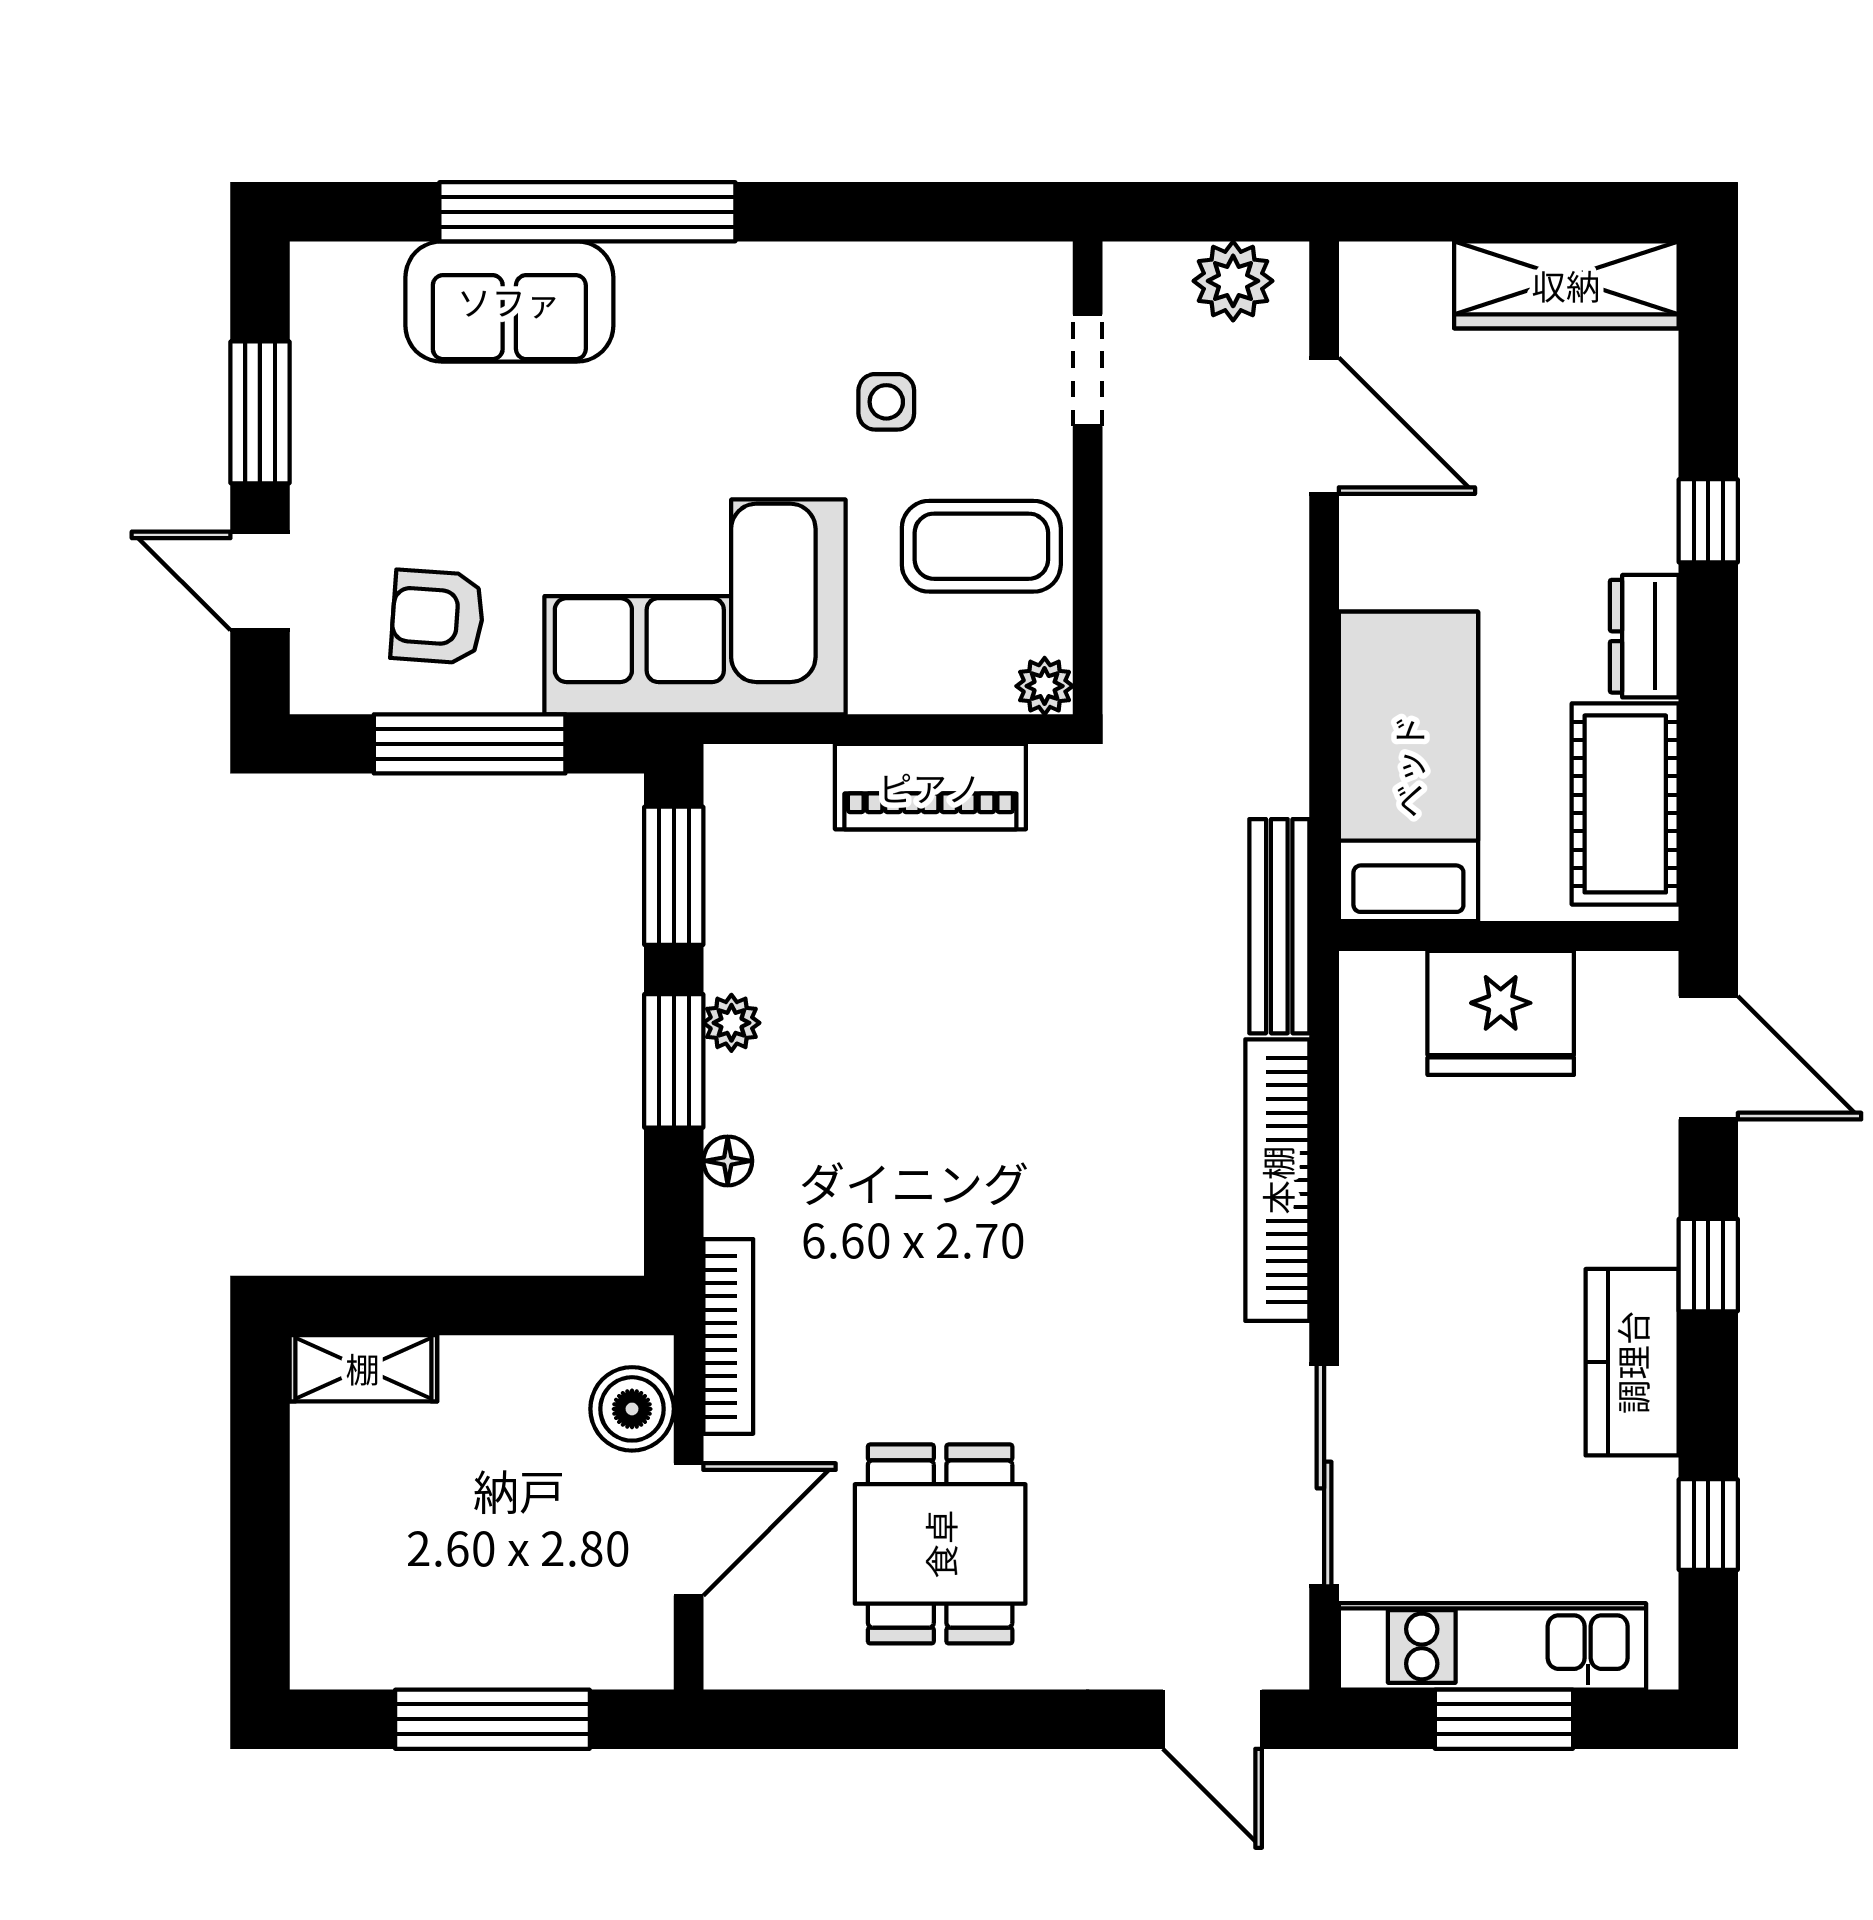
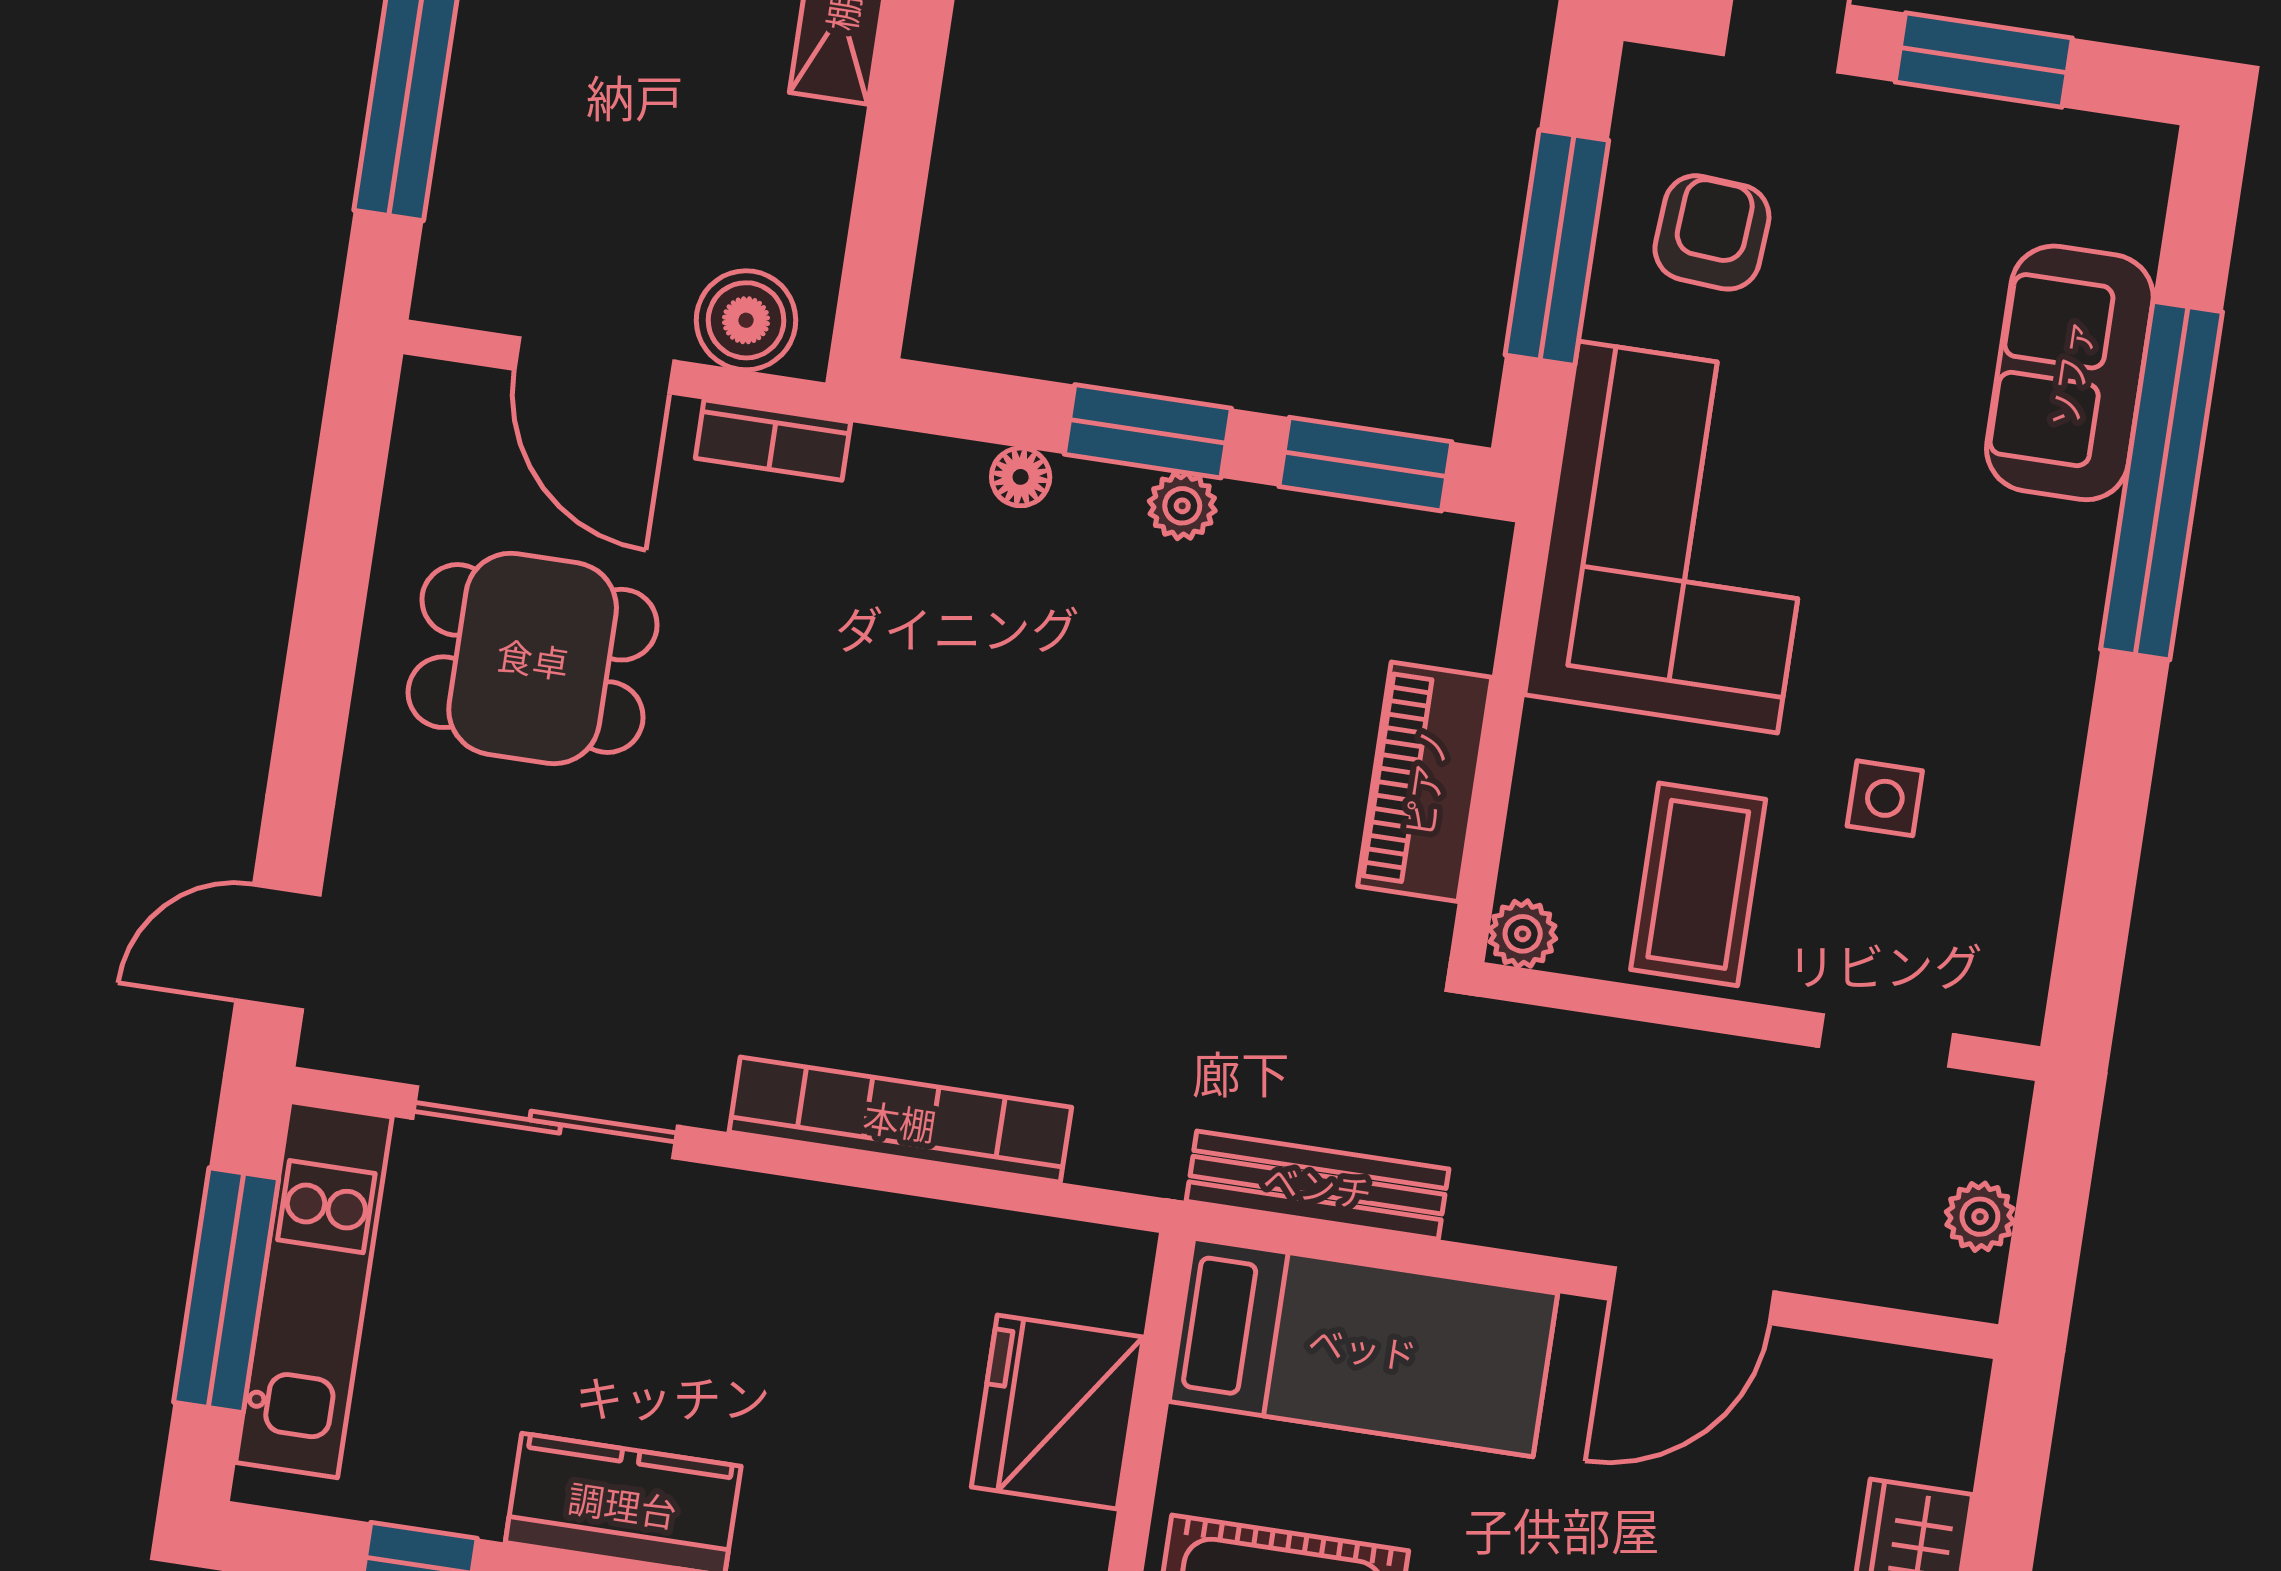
plant: (1233, 281) -> (1980, 1217), width x0.73, depth x0.73
door: (1324, 426) -> (1692, 1296), moved
bench: (1279, 926) -> (1318, 1185), moved
bookcase: (728, 1336) -> (773, 440), width x0.64
window: (1504, 1719) -> (226, 1290), width x1.44

